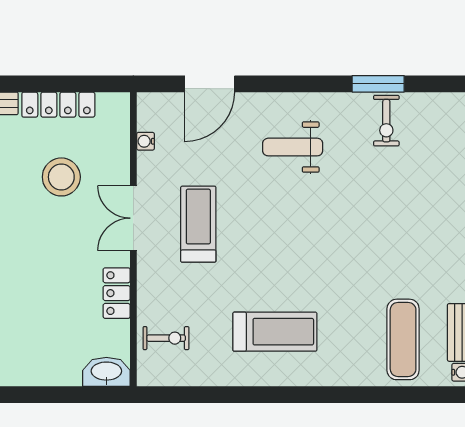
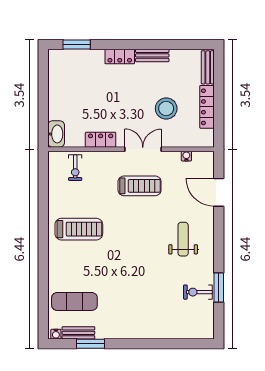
treadmill: (275, 332) -> (79, 229), turned -90

